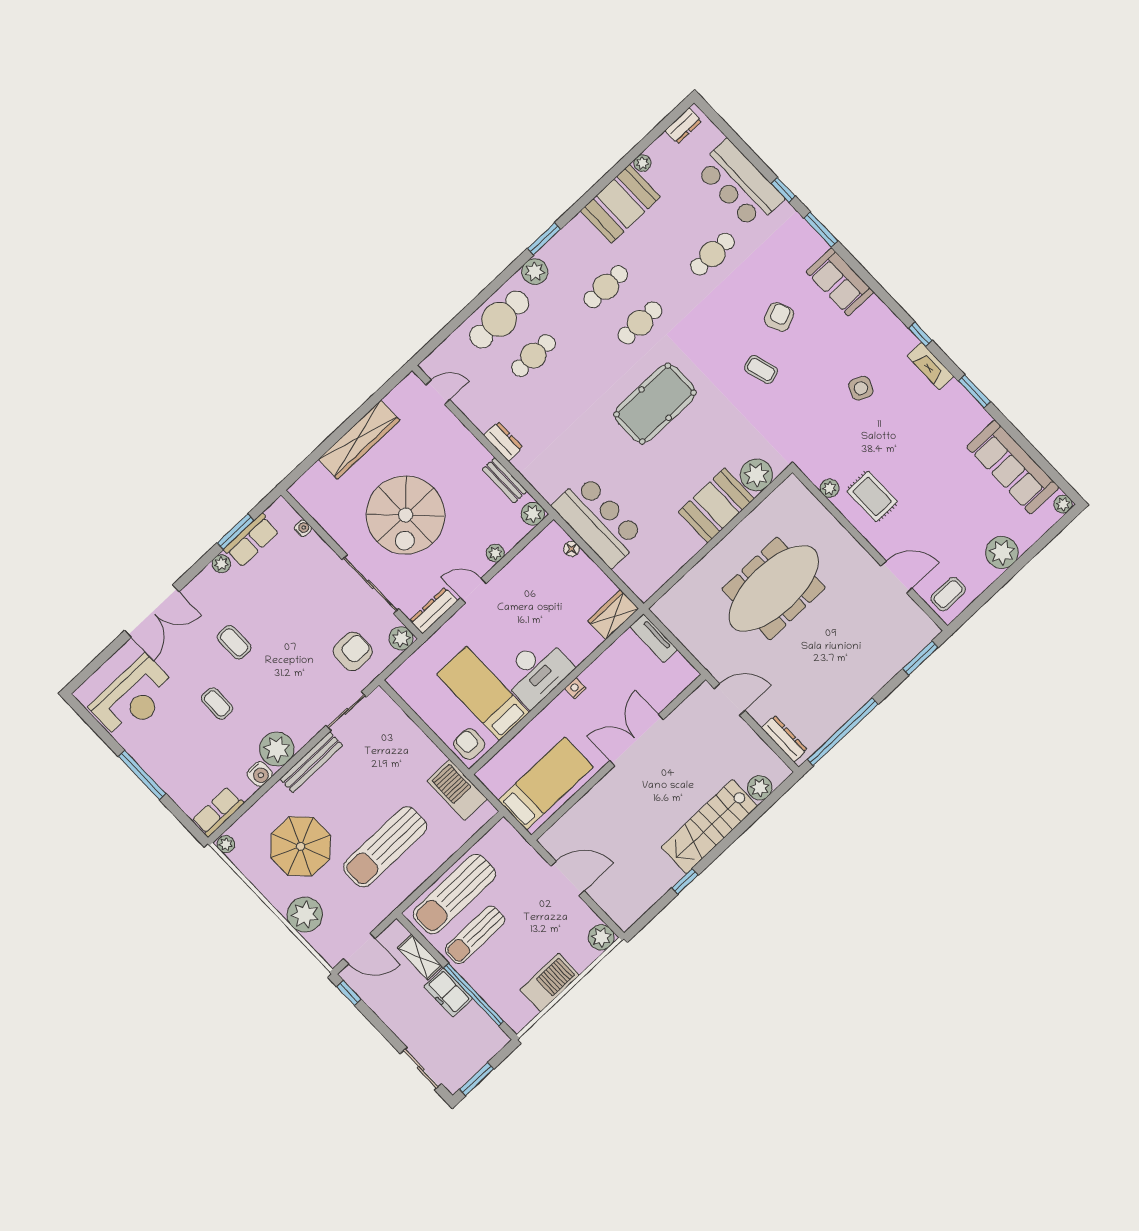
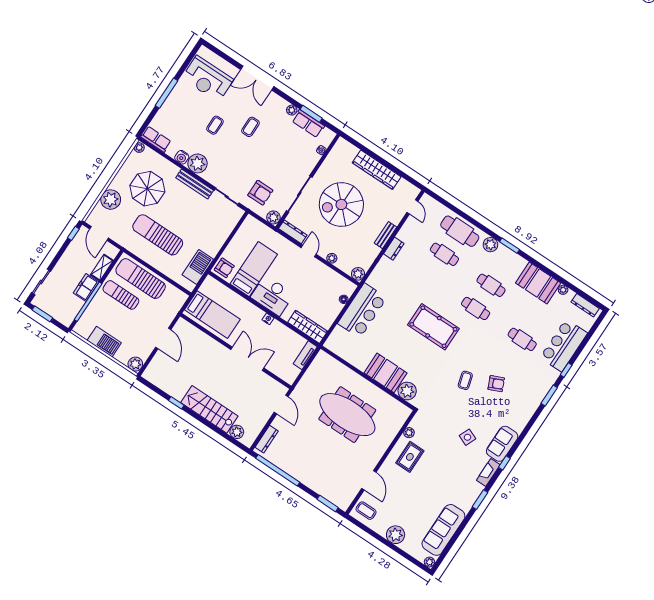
dresser: (683, 126) -> (585, 305), width x1.44
sofa: (840, 282) -> (502, 444), moved
bench: (505, 480) -> (385, 235), moved
wardrobe: (613, 615) -> (308, 327), width x1.50
armchair: (469, 744) -> (224, 268), turned 90

